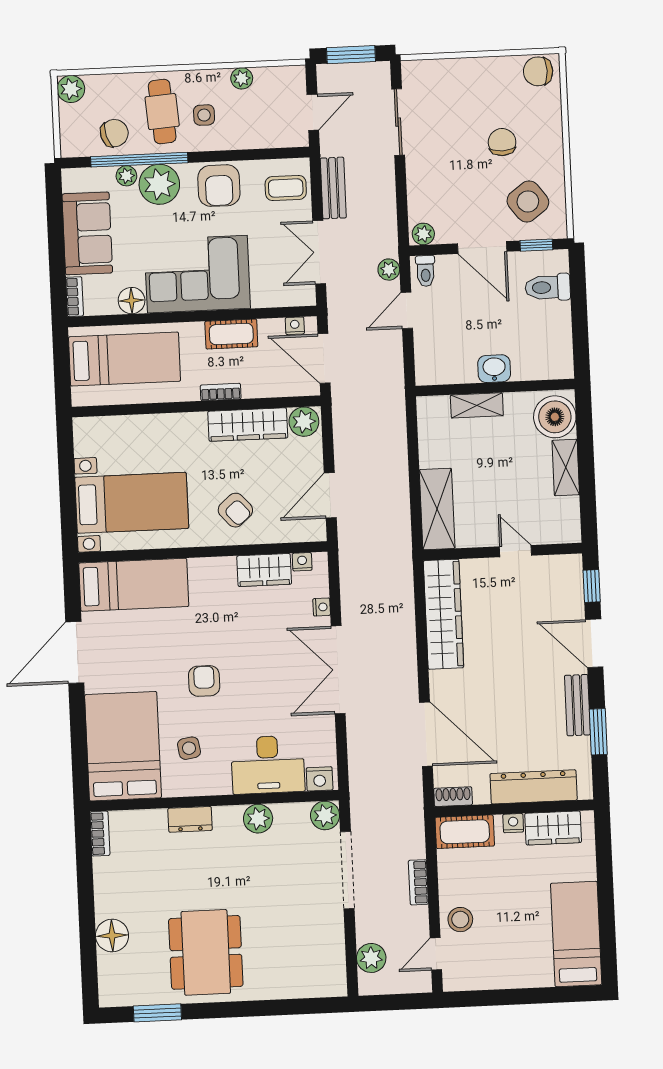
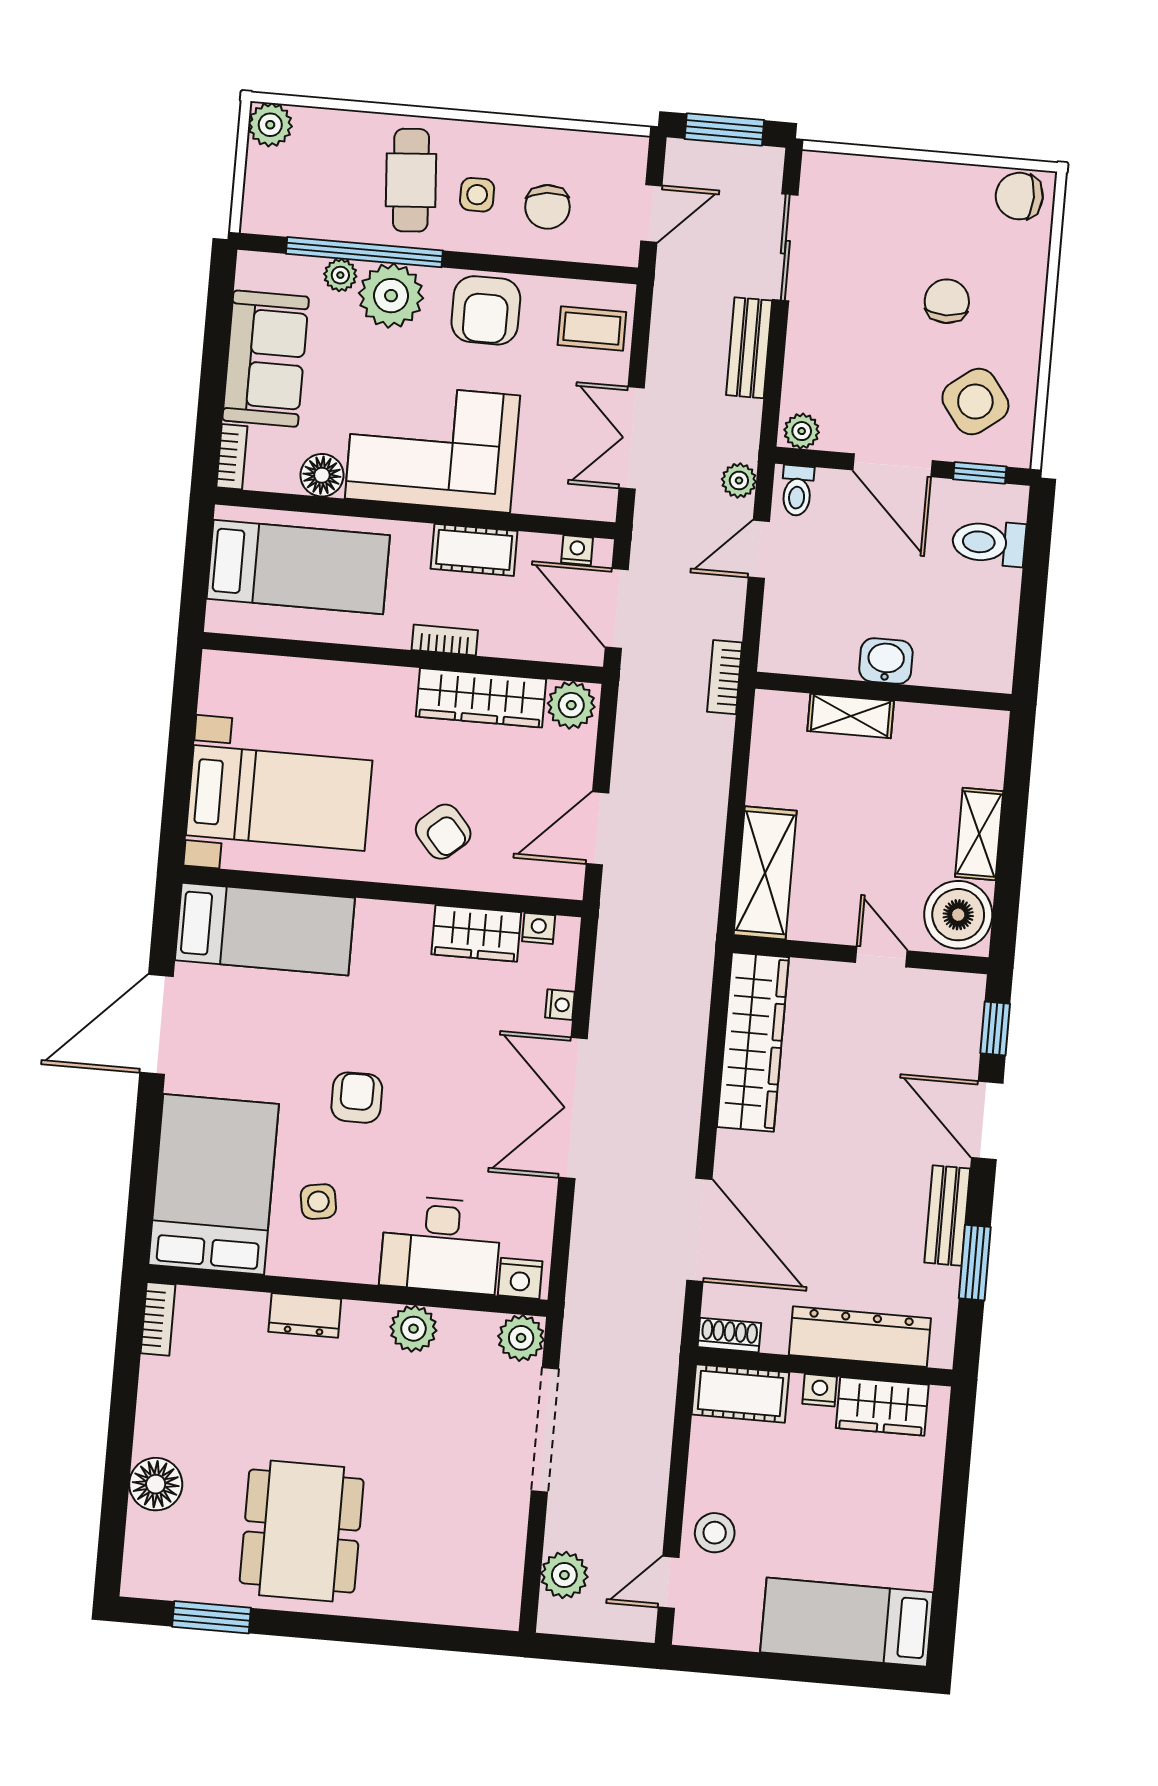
plant: (242, 78) -> (545, 144), removed
chair: (114, 133) -> (547, 207), moved, turned 101
bench: (333, 188) -> (749, 348), moved
boiler: (555, 417) -> (958, 915), moved
bookcase: (418, 882) -> (725, 677), moved
bed: (576, 934) -> (847, 1622), moved, turned -90

